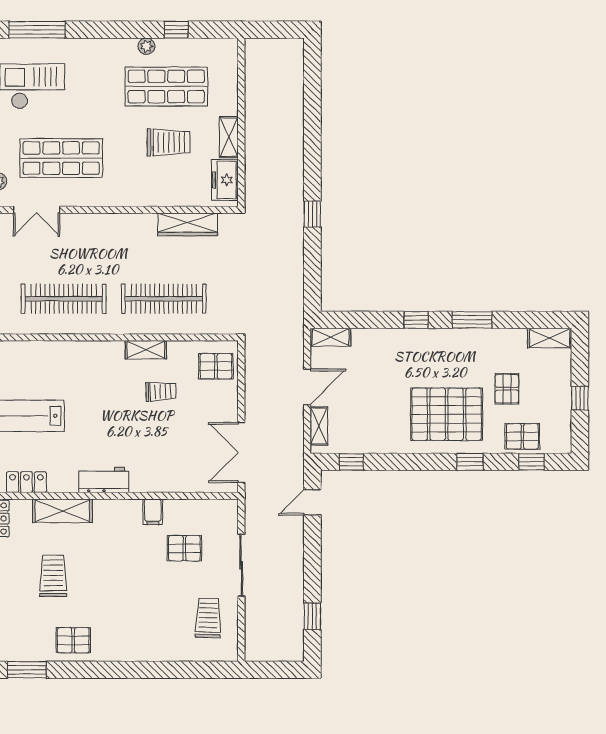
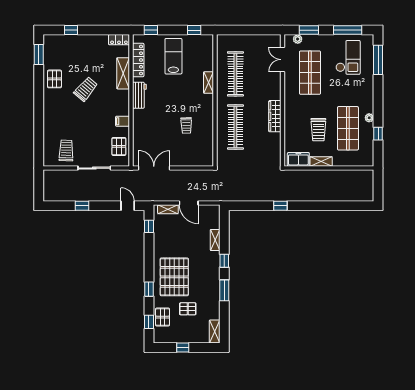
wardrobe: (188, 224) -> (275, 116), moved
shelving: (330, 337) -> (215, 240), moved
shelving: (146, 350) -> (208, 83), moved
pallet: (216, 366) -> (200, 155), removed
locker: (26, 482) -> (138, 60), width x1.53
pallet: (184, 548) -> (119, 146), moved
trolley: (53, 576) -> (86, 89), moved, turned -50
window: (312, 616) -> (82, 206), moved
trolley: (208, 618) -> (66, 151), turned -90

